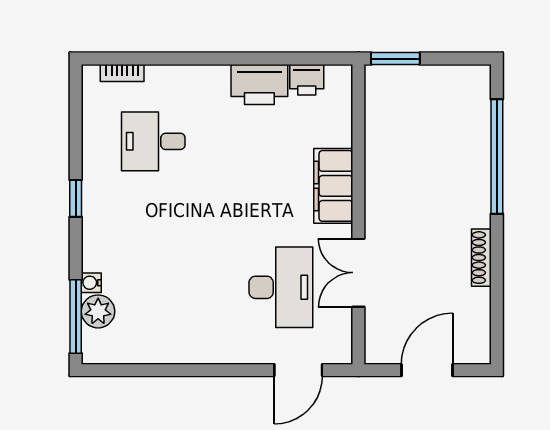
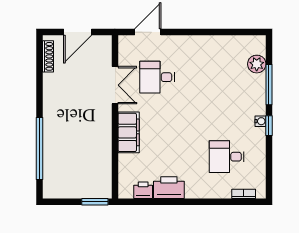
desk: (153, 141) -> (227, 157), turned 180
shoe rack: (481, 258) -> (48, 56), moved
water cooler: (91, 283) -> (260, 121), moved
desk: (281, 287) -> (157, 77), width x0.73
window: (76, 316) -> (269, 85), moved

